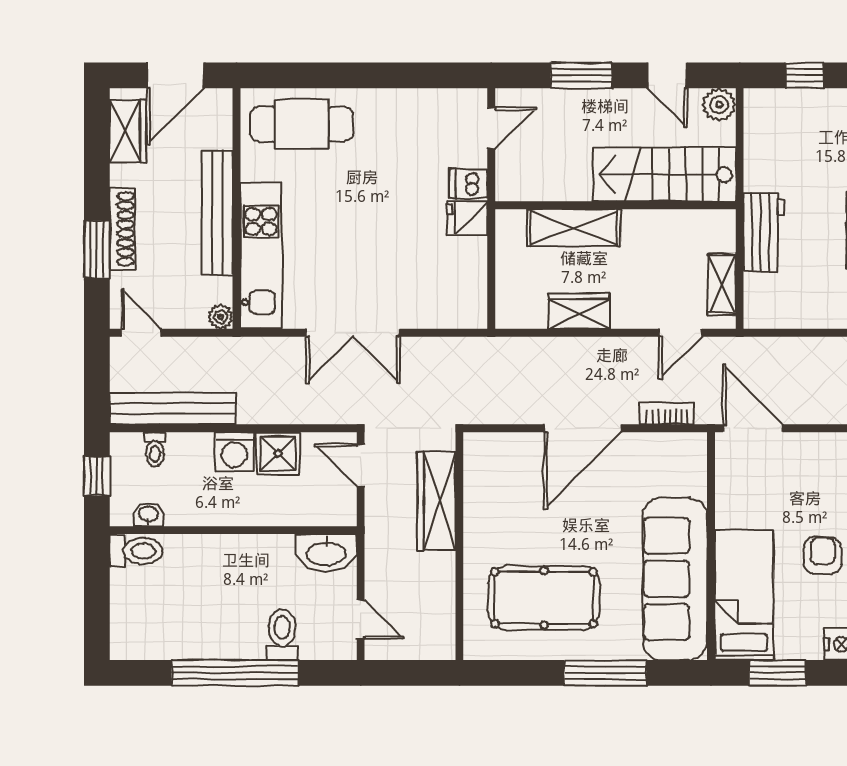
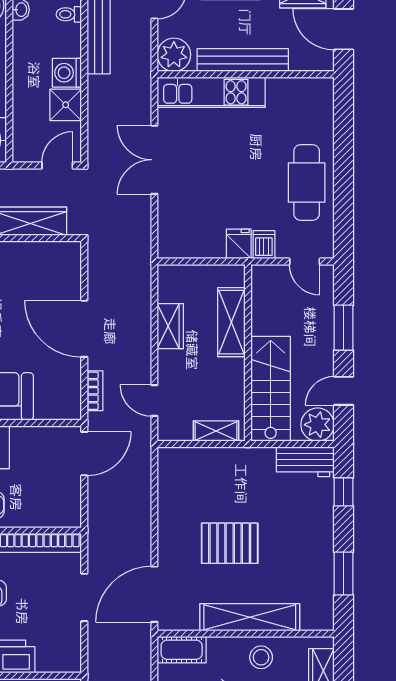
plant: (719, 105) -> (318, 425), width x1.36, depth x1.36
cafe table: (302, 124) -> (307, 182), moved
workbench: (764, 232) -> (305, 462), moved
shelving: (722, 284) -> (216, 431), moved
plant: (221, 317) -> (174, 55), width x1.88, depth x1.88

